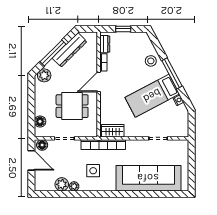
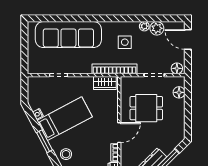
window: (172, 73) -> (44, 141), width x0.69
plant: (44, 75) -> (175, 139), removed
door: (31, 160) -> (188, 39), moved

